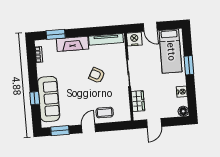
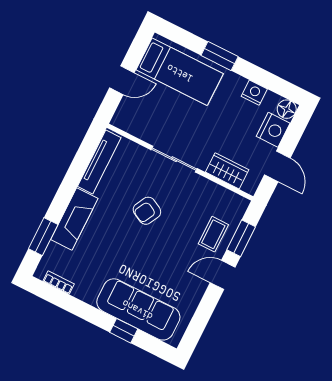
nightstand: (134, 39) -> (273, 130), moved, turned 180
door: (88, 128) -> (223, 275), hinge flipped
window: (60, 131) -> (241, 238), moved

